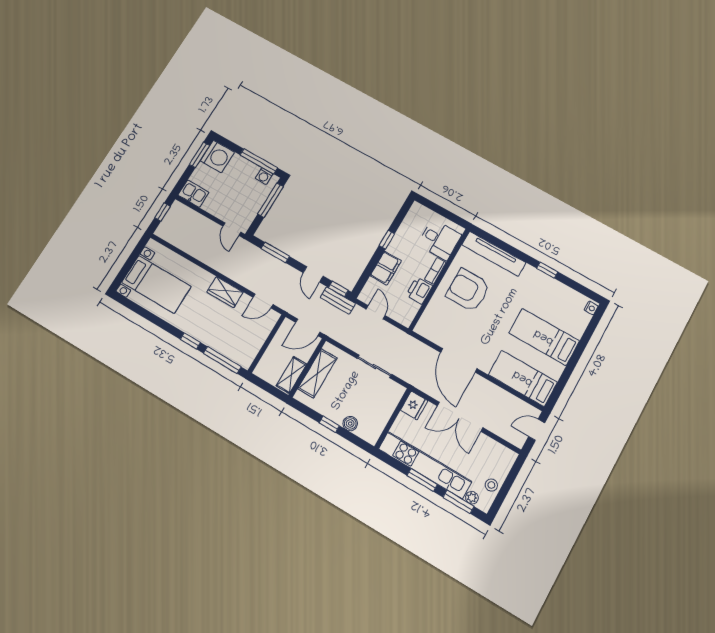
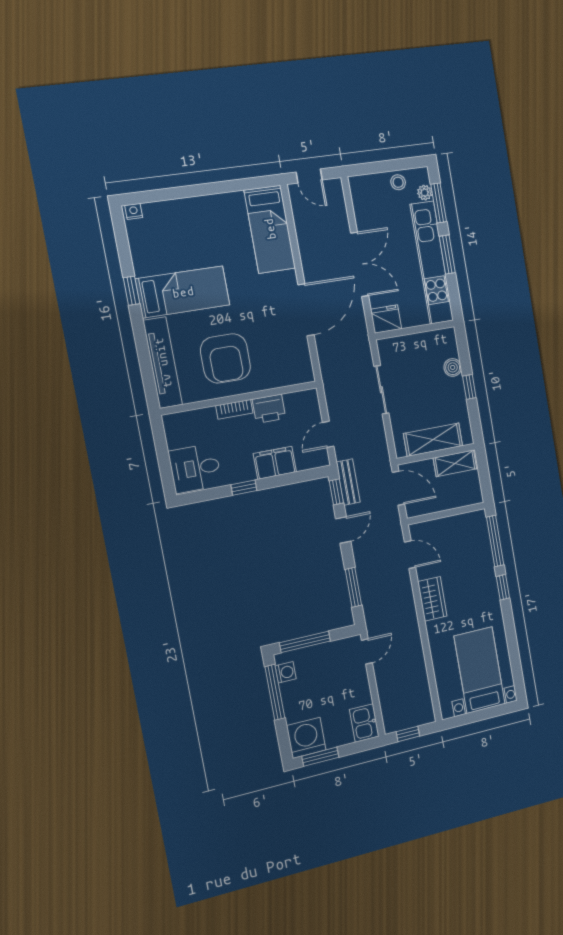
desk: (440, 240) -> (195, 468), moved, turned -90
bed: (544, 337) -> (183, 292), moved, turned -90

